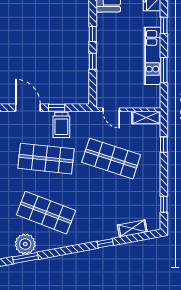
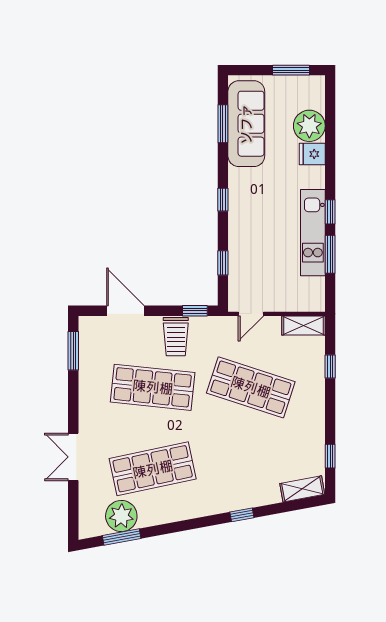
window: (164, 25) -> (330, 212), moved
window: (93, 61) -> (223, 263), moved
window: (57, 108) -> (195, 311), moved
door: (111, 110) -> (251, 314), hinge flipped
shop shelf: (46, 213) -> (153, 469), turned -33
shelving: (132, 228) -> (302, 489), moved

